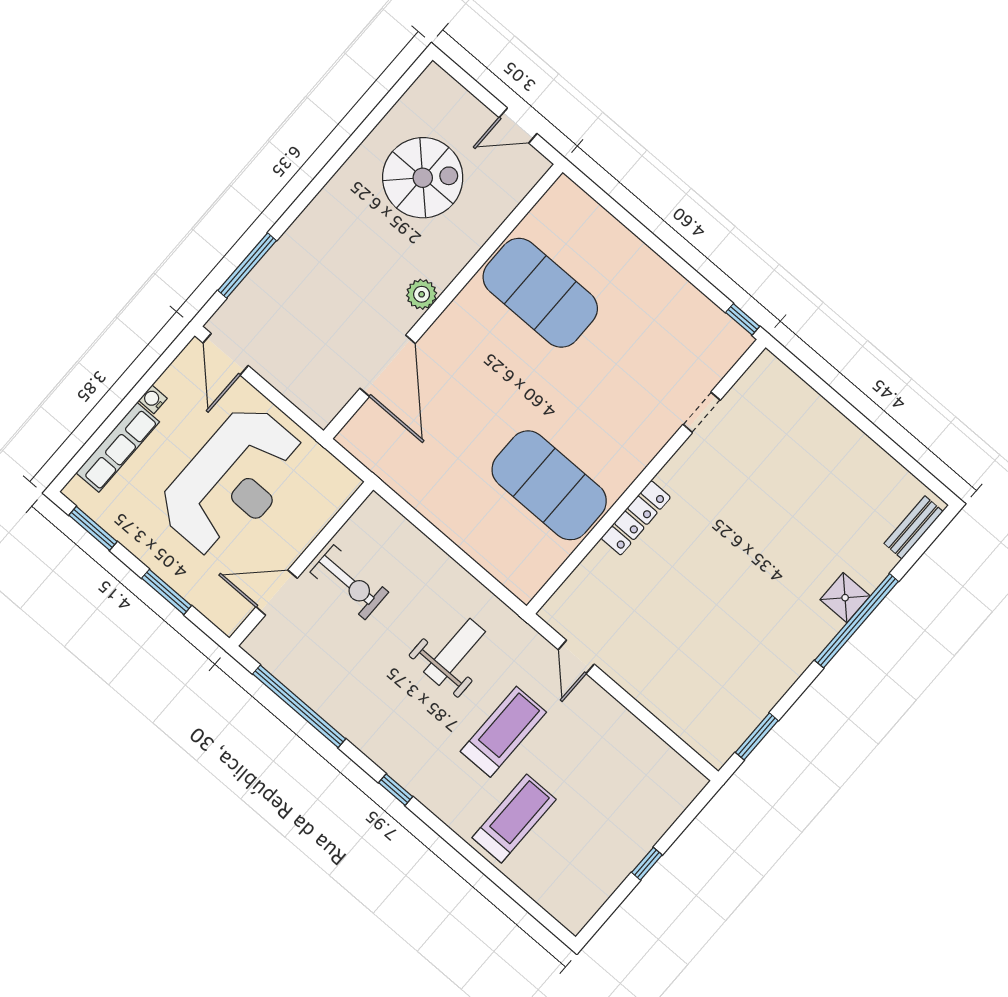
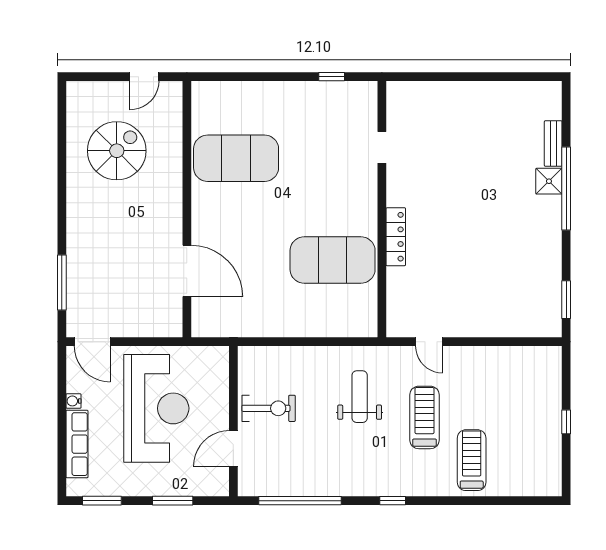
plant: (422, 294) -> (172, 215), removed
window: (743, 319) -> (332, 77), moved
bench: (913, 527) -> (553, 143), moved

